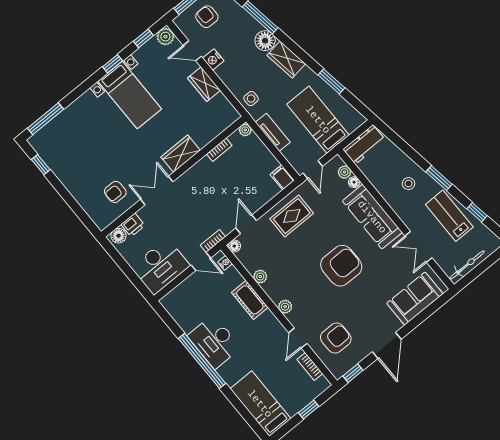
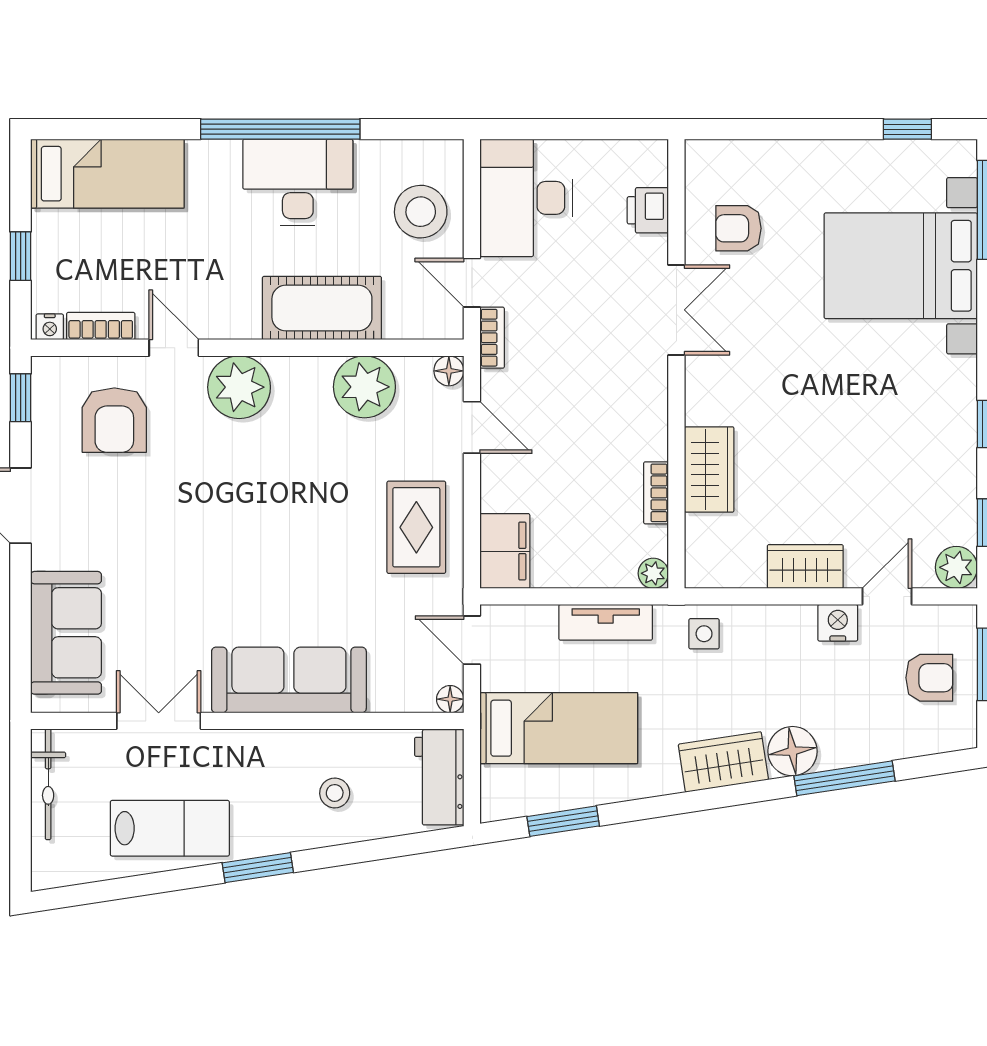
window: (331, 81) -> (563, 821), moved
bed with nightstands: (130, 95) -> (901, 266), moved, width x1.36
wardrobe: (181, 154) -> (709, 469), moved
plant: (345, 172) -> (417, 697), removed
filing cabinet: (282, 177) -> (505, 551), width x2.00
floor lamp: (354, 182) -> (450, 699), moved
stool: (409, 184) -> (335, 793), moved
armchair: (115, 192) -> (739, 228), turned -90
window: (477, 212) -> (133, 887), removed
floor lamp: (119, 236) -> (650, 166), removed
door: (201, 261) -> (472, 283), hinge flipped
nightstand: (225, 263) -> (50, 327), moved
armchair: (341, 266) -> (244, 544), removed
plant: (260, 277) -> (364, 387), width x1.88, depth x1.88
stool: (192, 296) -> (421, 212), added
cot: (250, 300) -> (322, 308), width x1.37, depth x1.34
plant: (285, 307) -> (239, 387), width x1.88, depth x1.88

